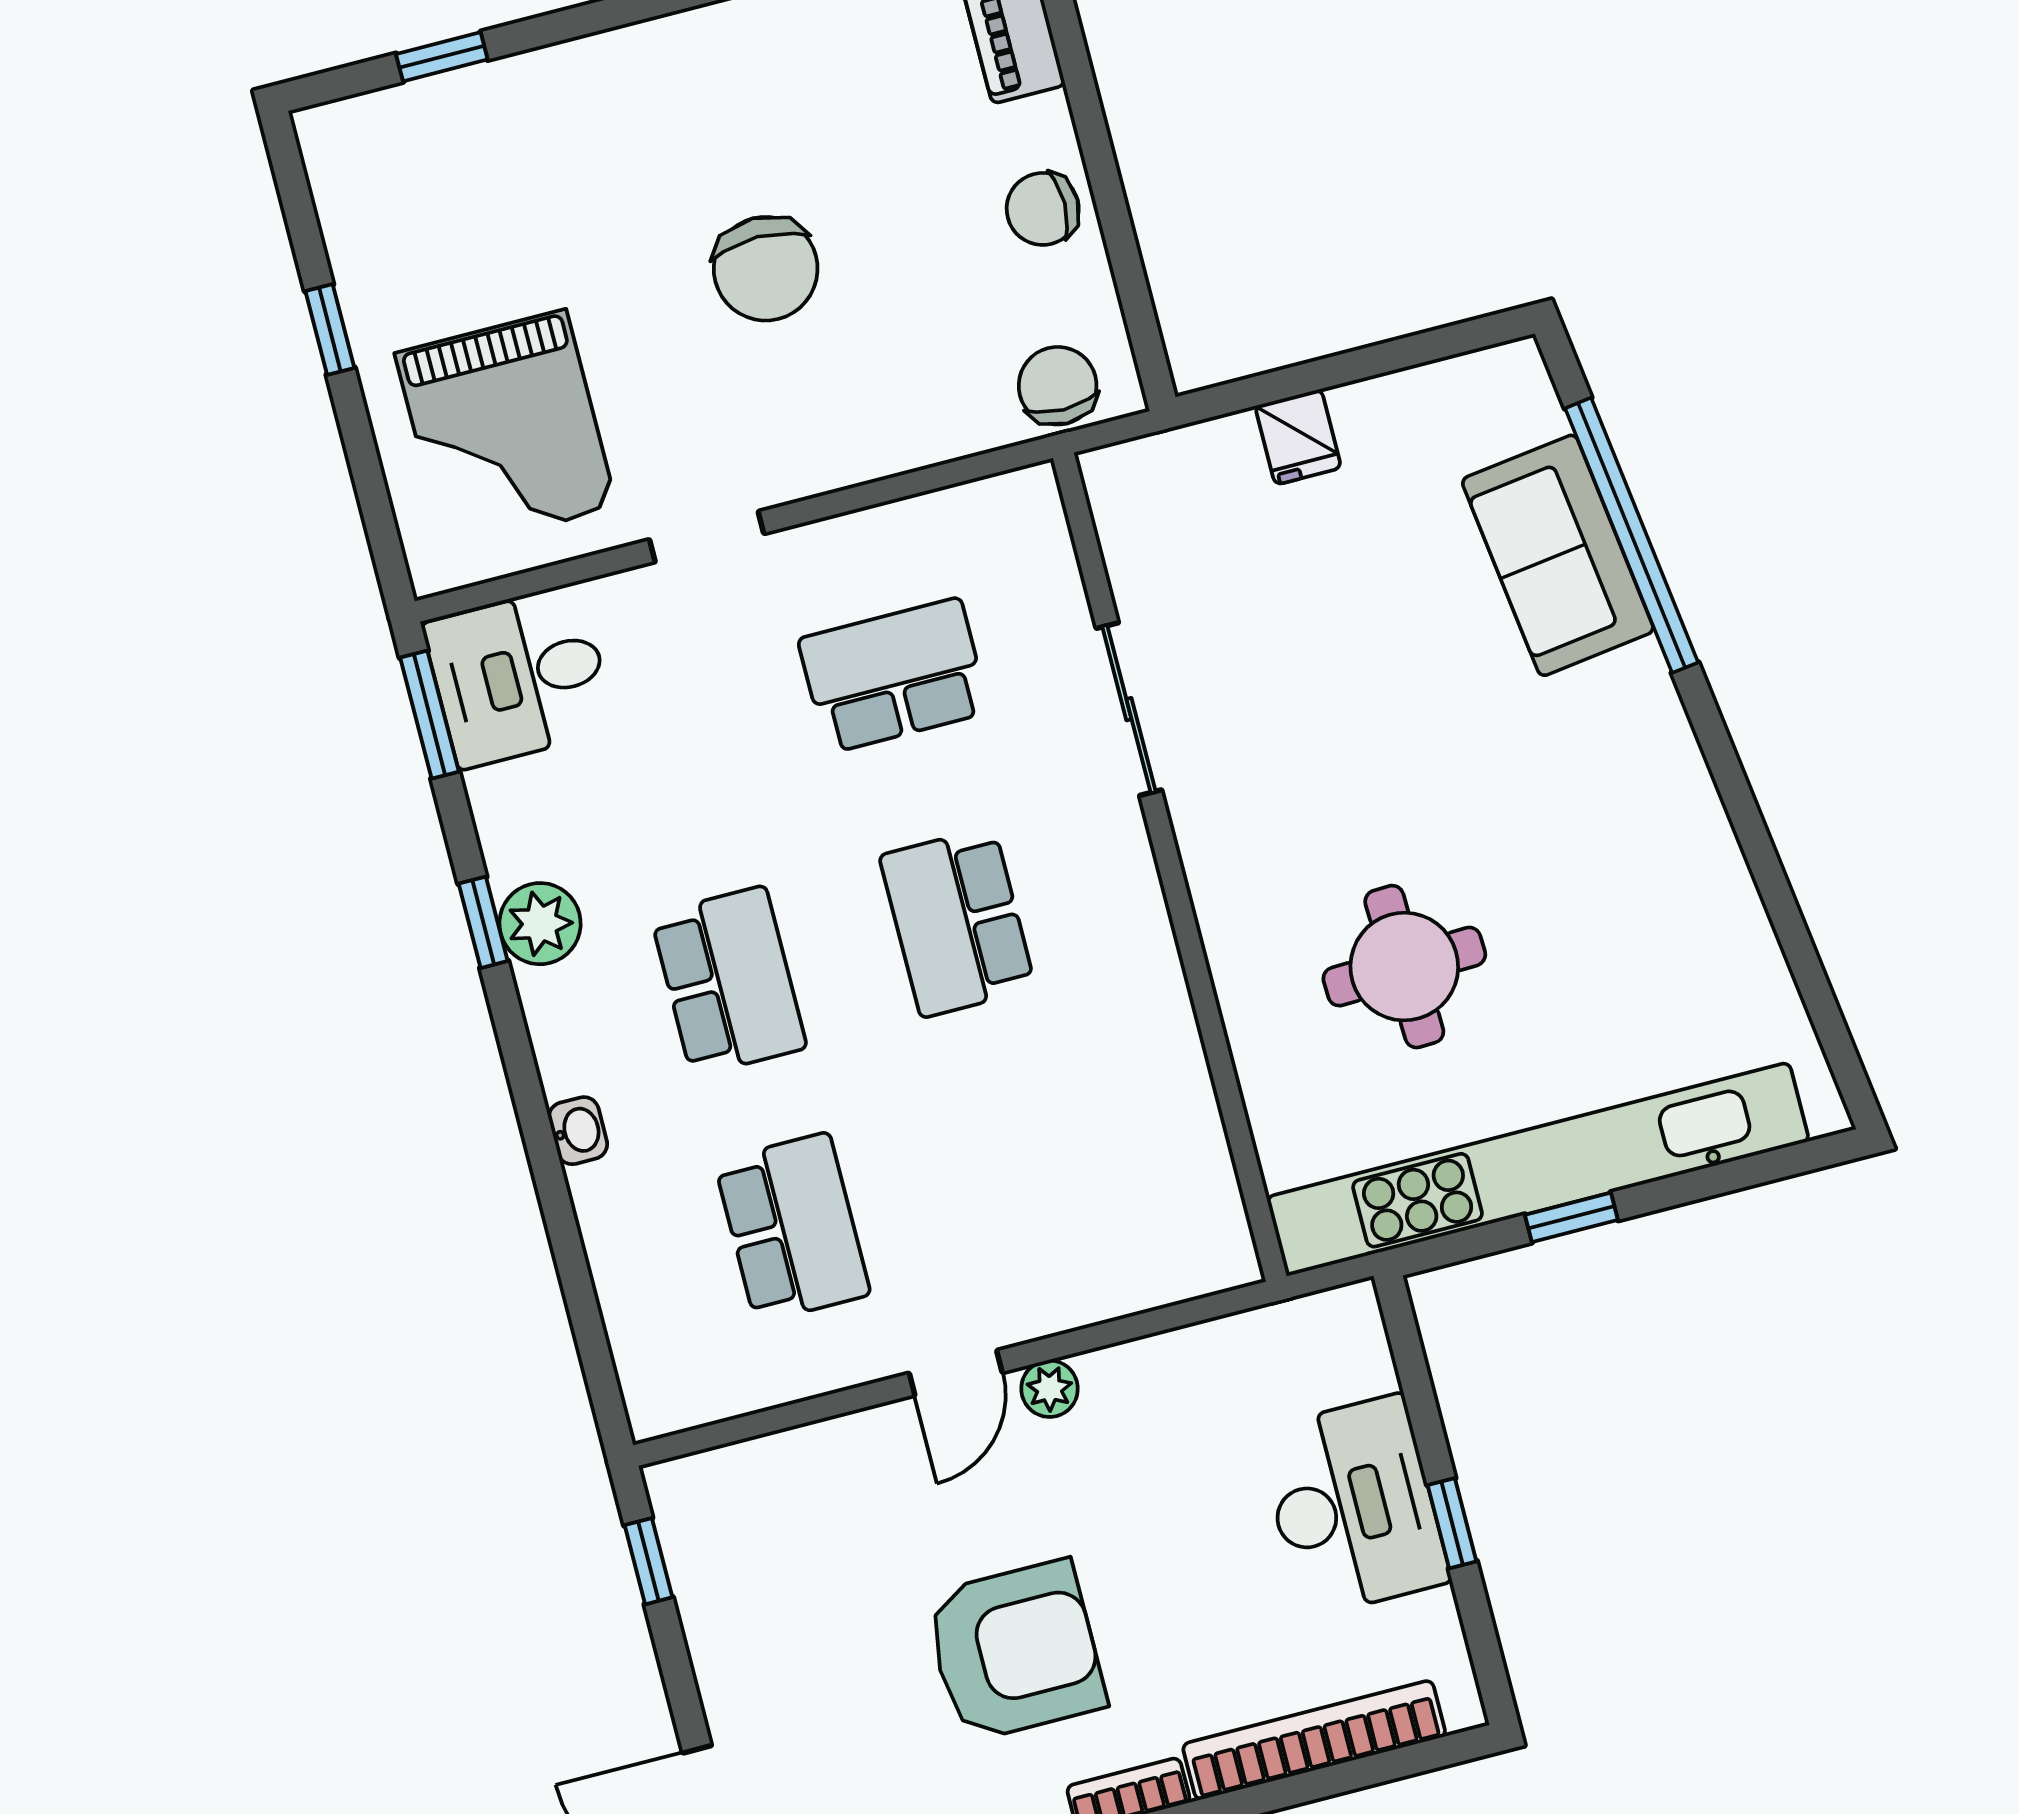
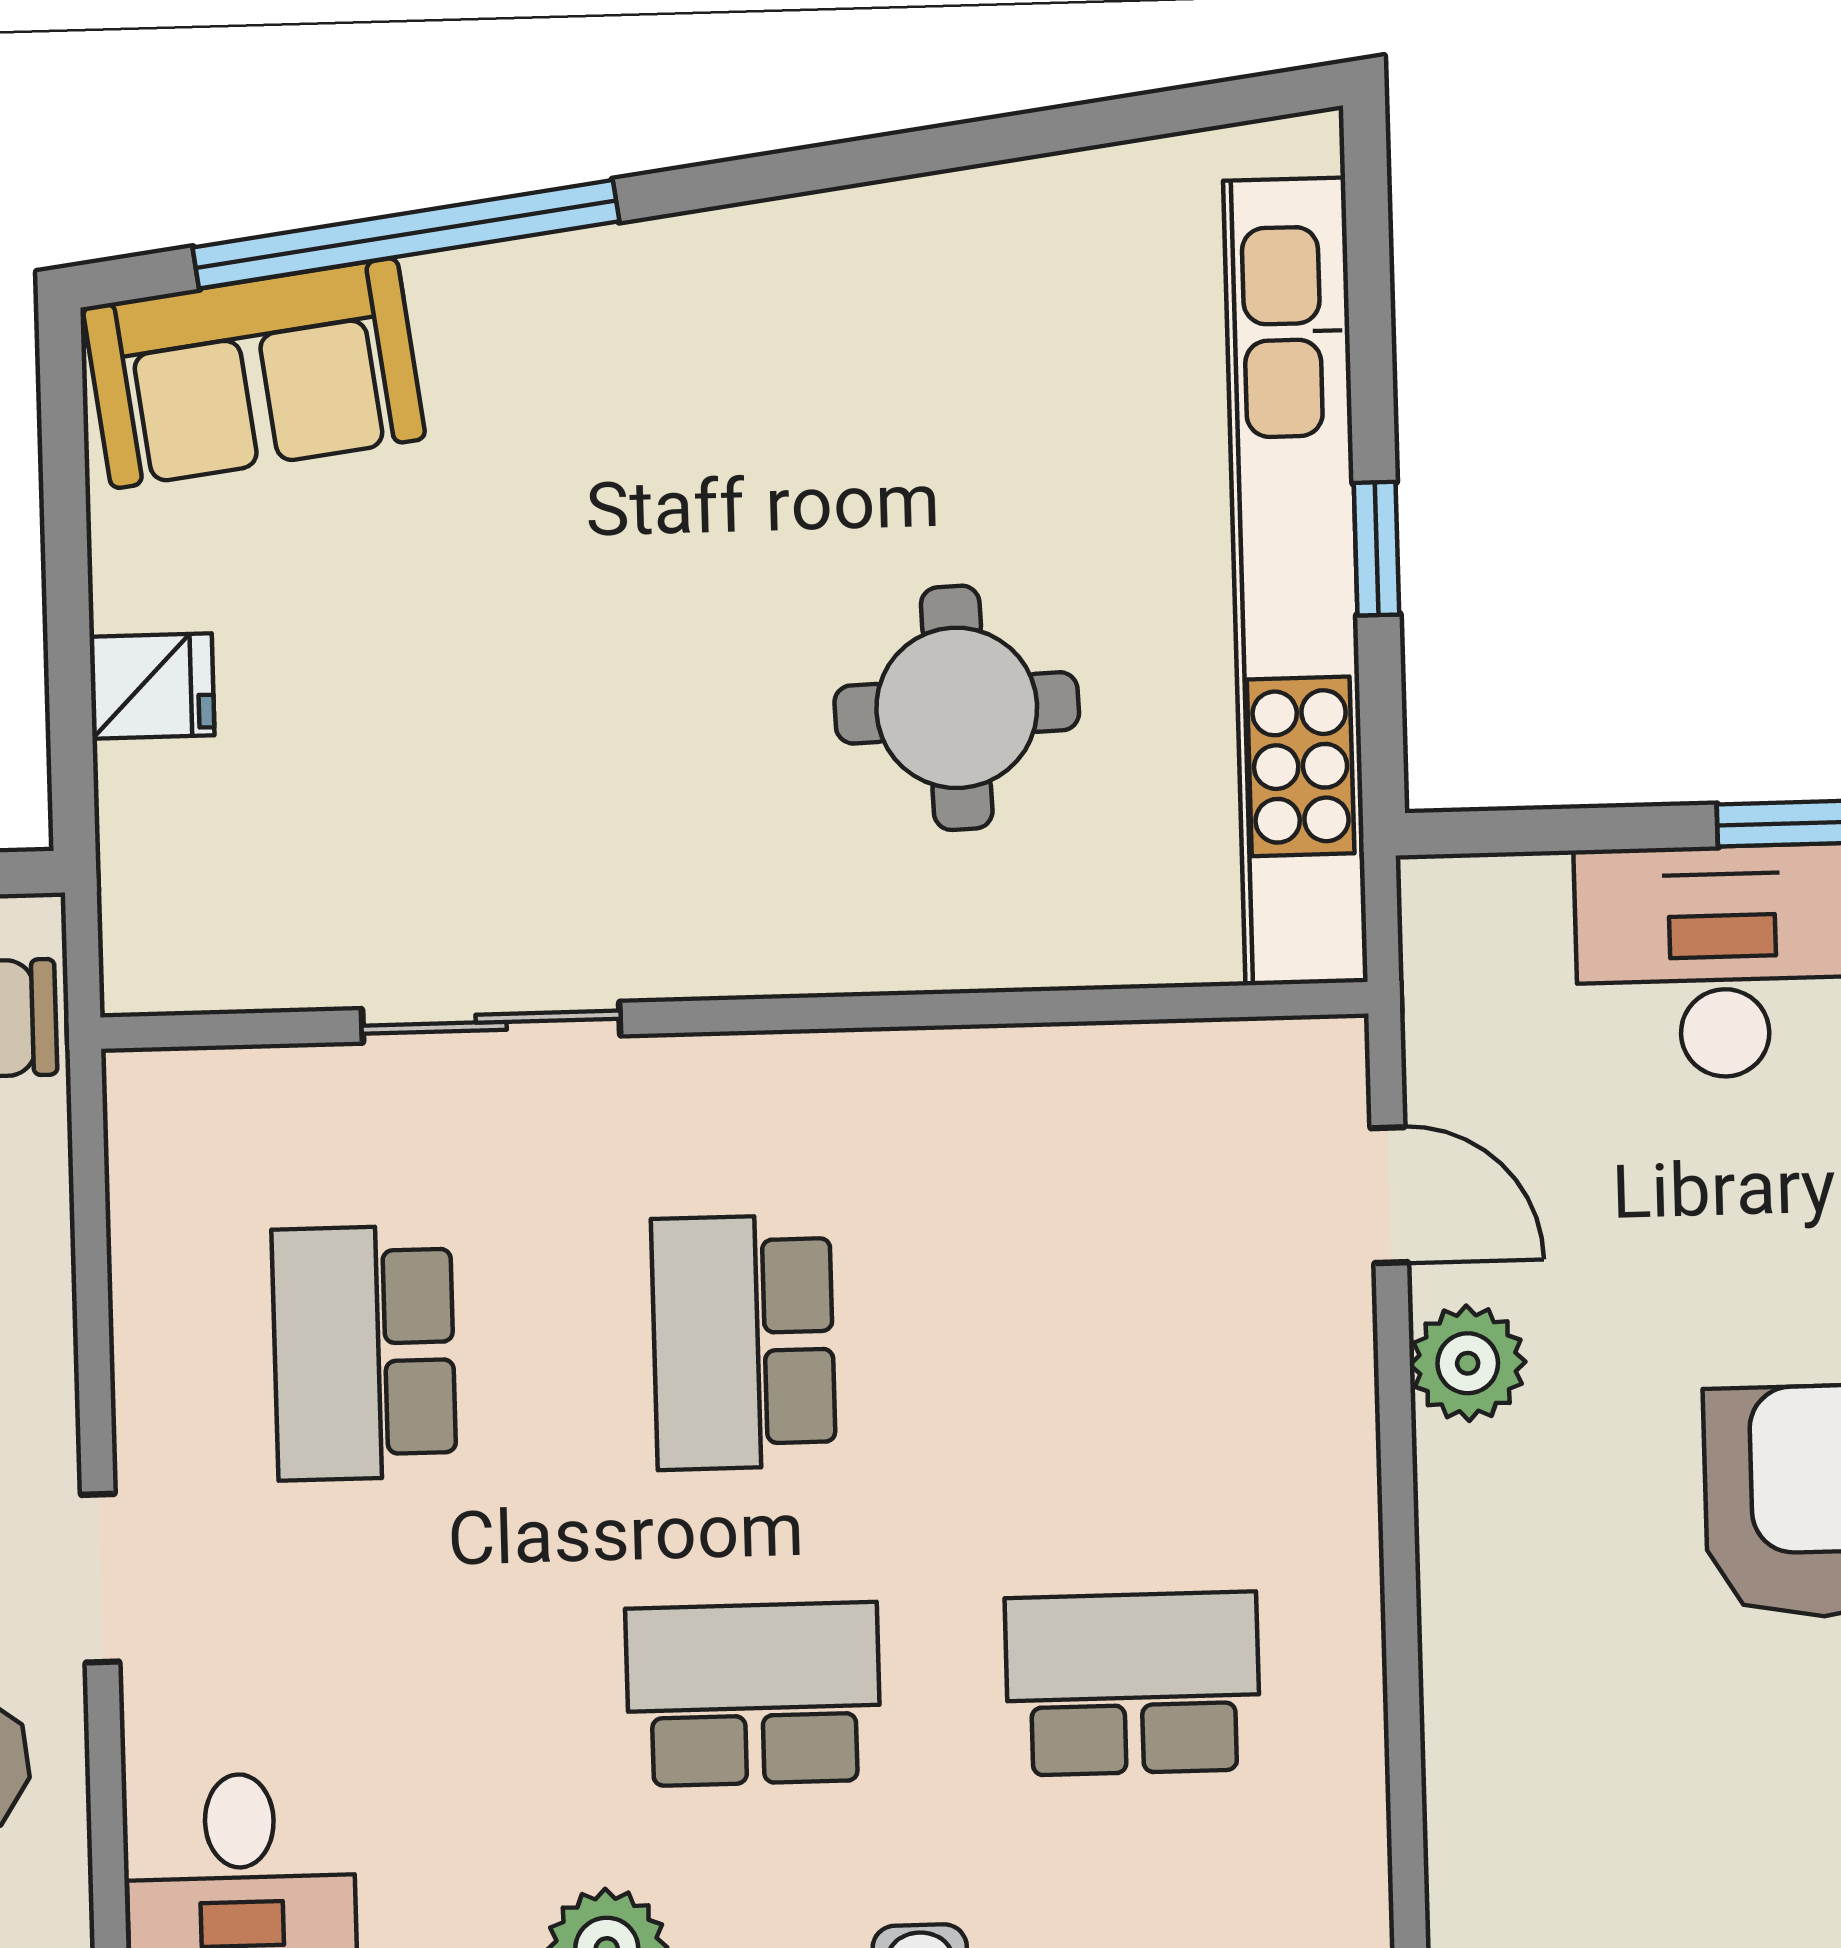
sofa: (1558, 555) -> (254, 373), moved
school desk: (957, 922) -> (743, 1342), turned 90
door: (956, 1373) -> (1389, 1195), moved
plant: (1050, 1389) -> (1468, 1363), width x1.38, depth x1.38

